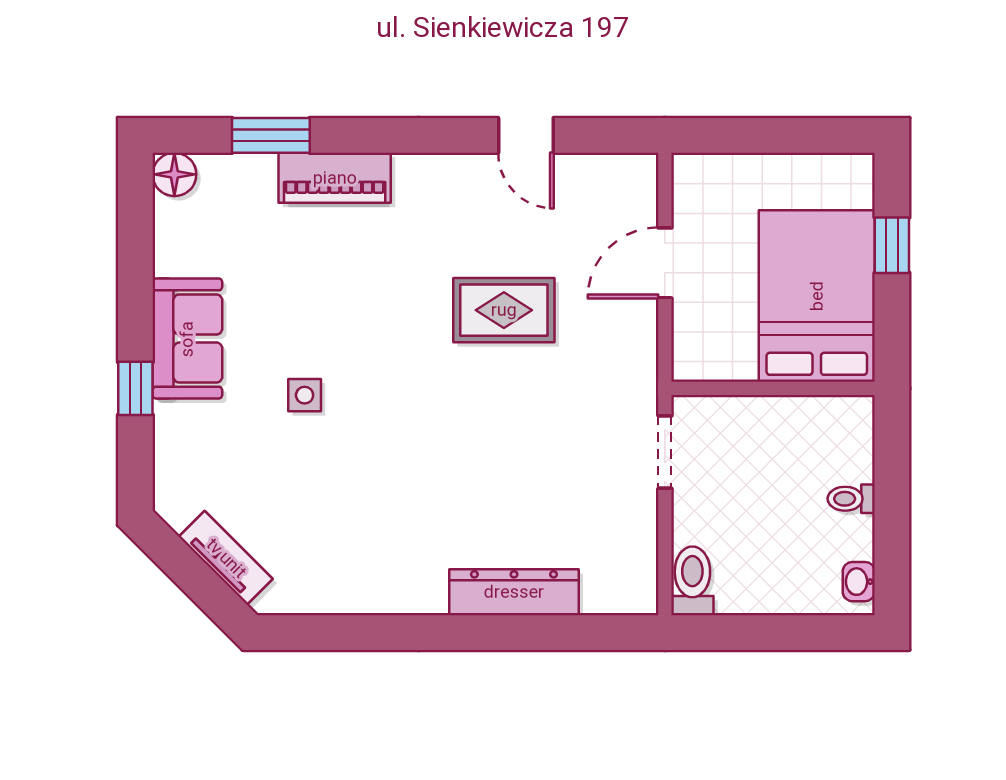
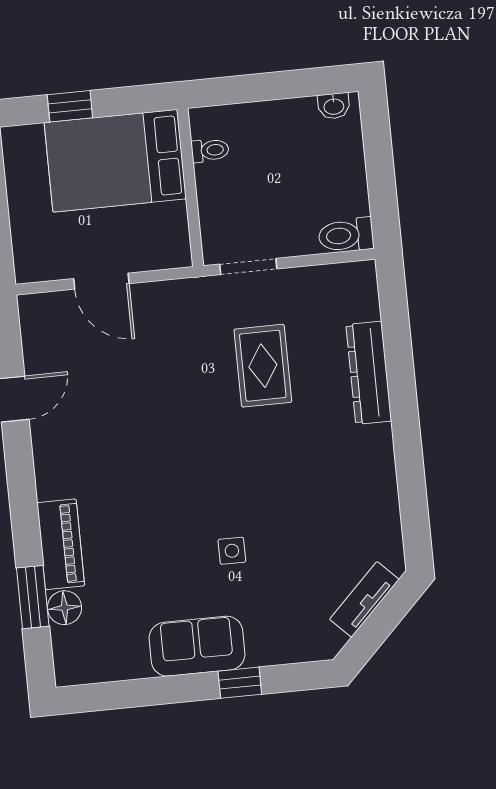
floor lamp: (174, 174) -> (65, 608), moved
rug: (504, 310) -> (263, 366), moved
toilet: (851, 499) -> (210, 150), moved, turned -90

